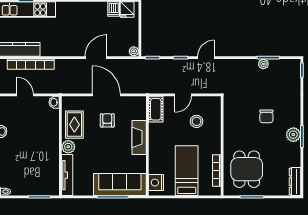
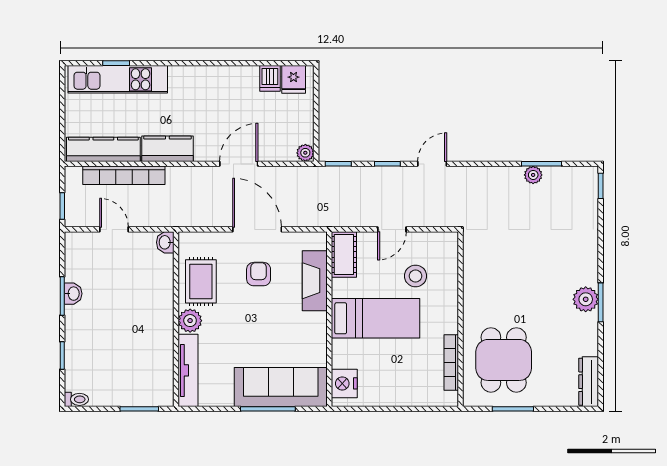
kitchen counter: (55, 49) -> (167, 149), added
chair: (266, 116) -> (538, 267), removed
fireplace: (139, 137) -> (315, 281), moved
bed: (187, 171) -> (375, 318), moved, turned 90

